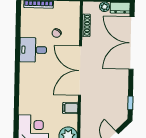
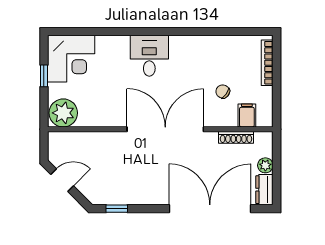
desk: (33, 50) -> (149, 56), moved
filing cabinet: (70, 108) -> (247, 115), moved

